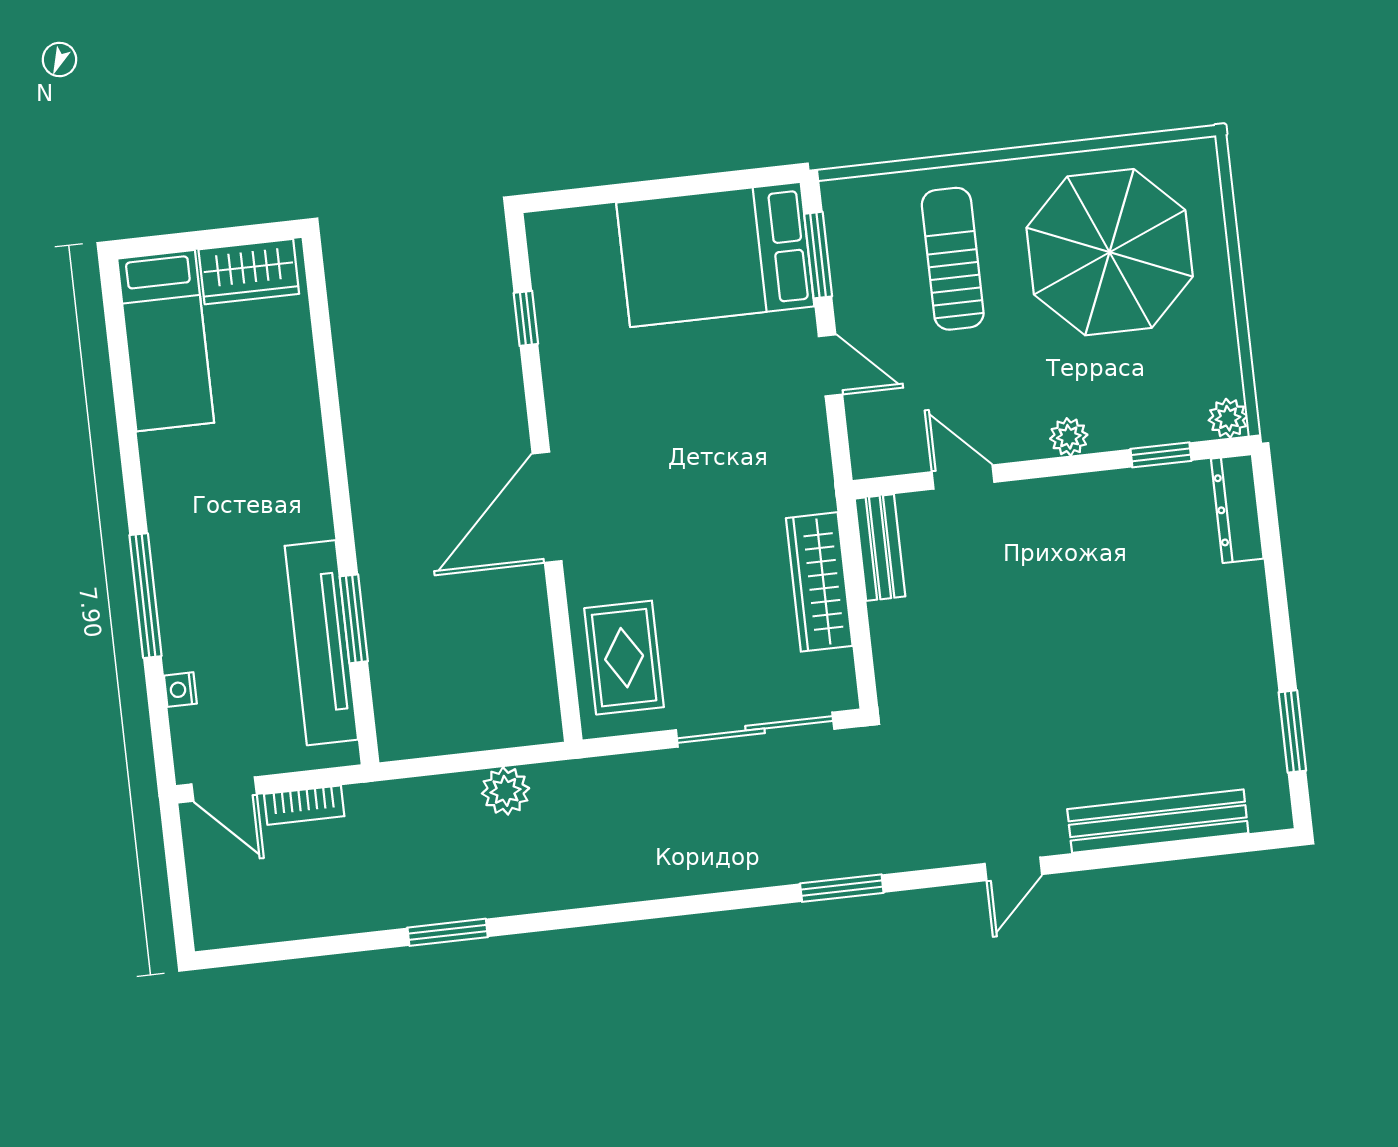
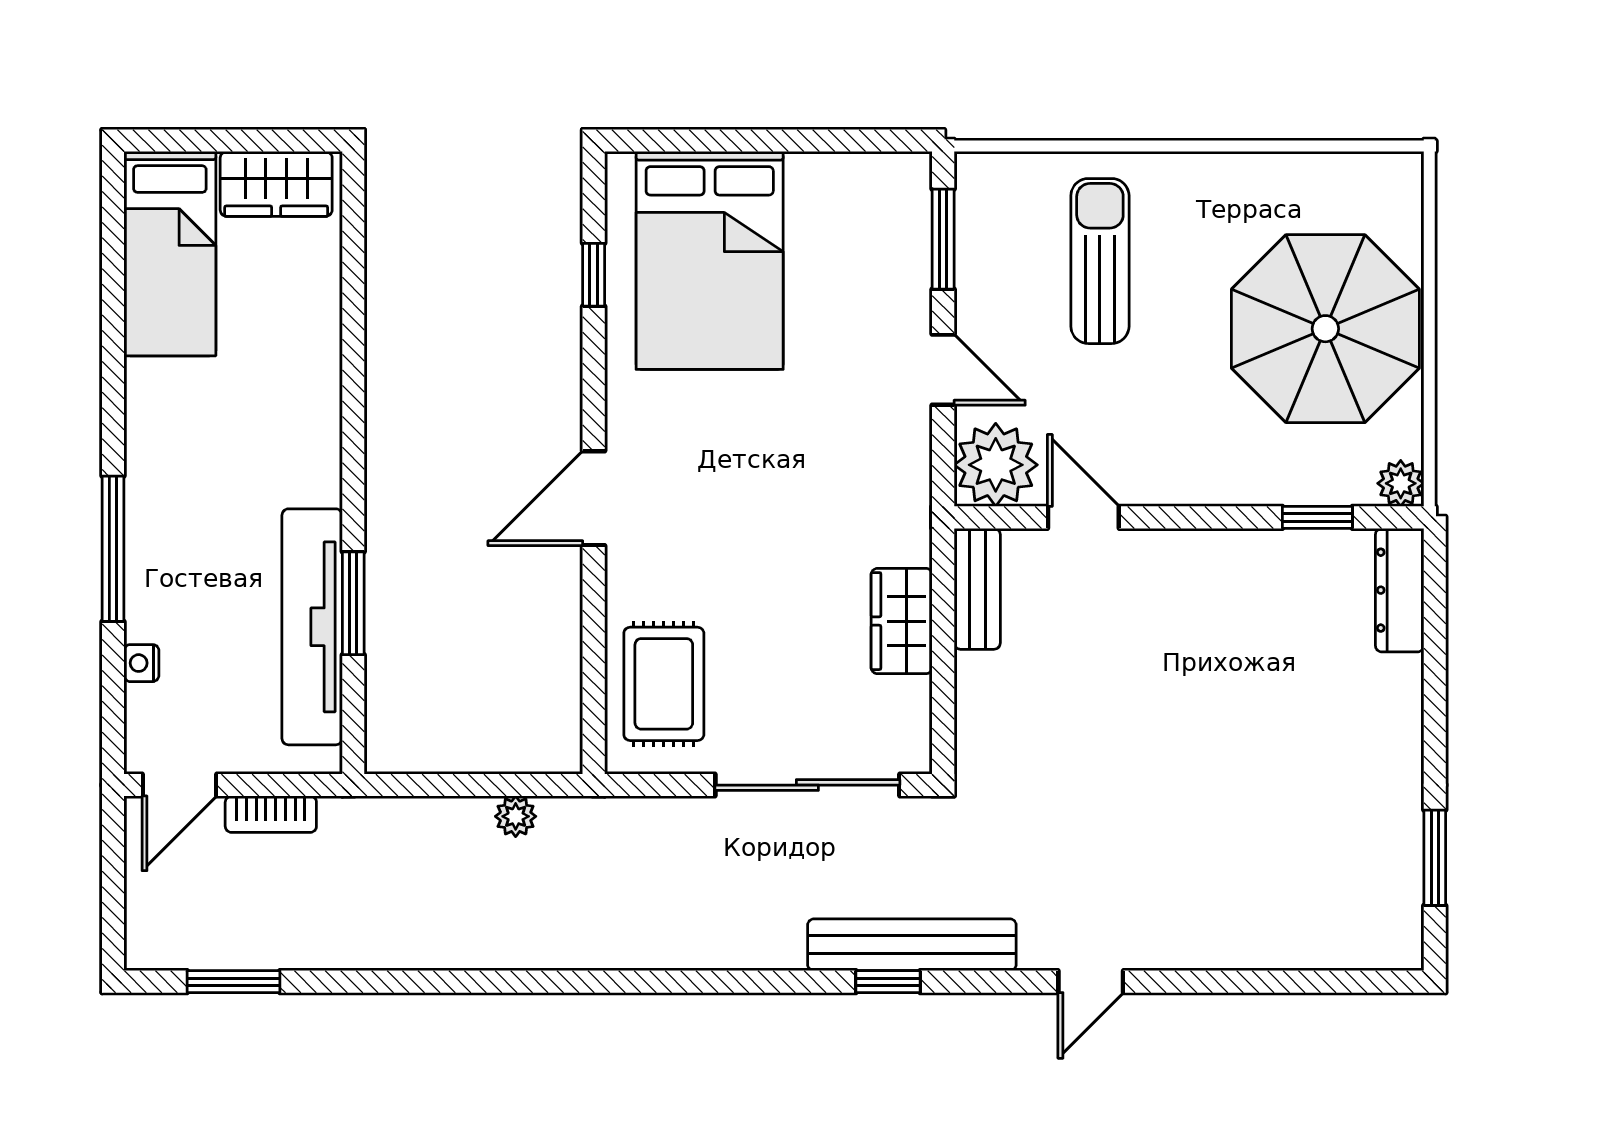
parasol: (1110, 252) -> (1325, 329), moved
bed: (715, 255) -> (710, 260), moved, turned -90
plant: (1069, 437) -> (996, 465), moved, width x1.88, depth x1.88
door: (547, 507) -> (594, 498), width x0.73
wardrobe: (819, 582) -> (902, 621), width x0.67
door: (224, 789) -> (179, 785), hinge flipped
plant: (506, 791) -> (516, 816), width x0.73, depth x0.73
bench: (1158, 821) -> (912, 945), moved
window: (842, 888) -> (888, 982), width x0.67
window: (448, 932) -> (234, 982), moved

